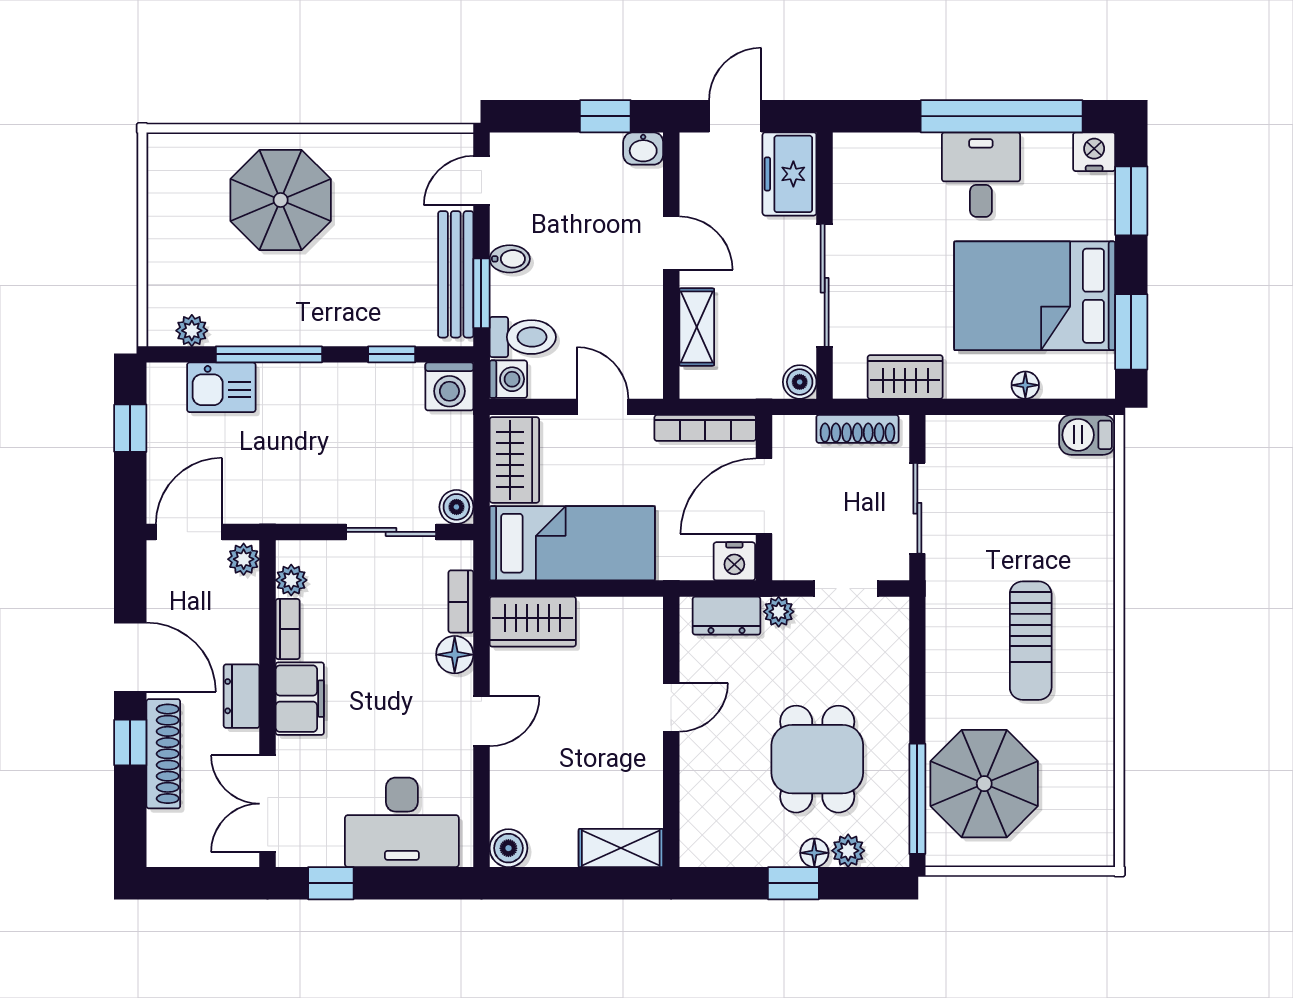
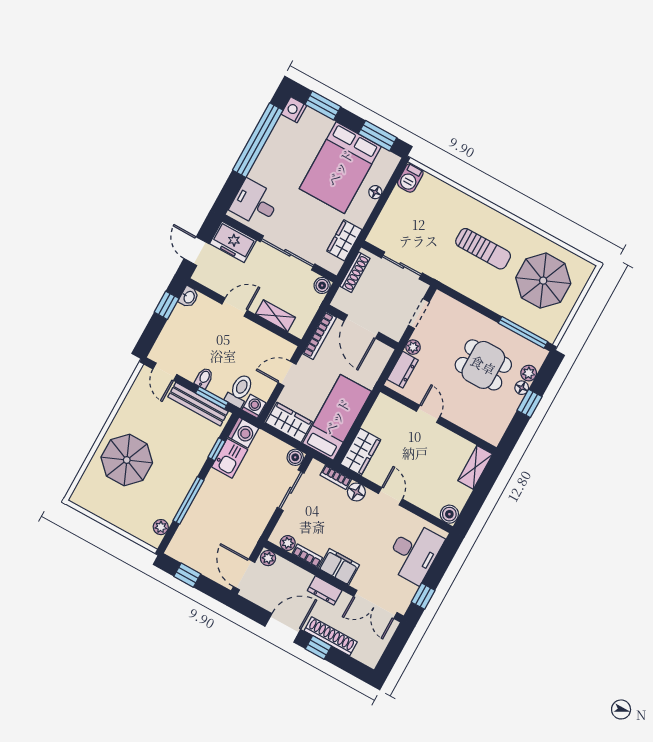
desk: (981, 175) -> (255, 203), moved
kitchen sink: (221, 387) -> (230, 458), moved
nightstand: (734, 561) -> (382, 354), removed
parasol: (984, 784) -> (543, 281), moved

